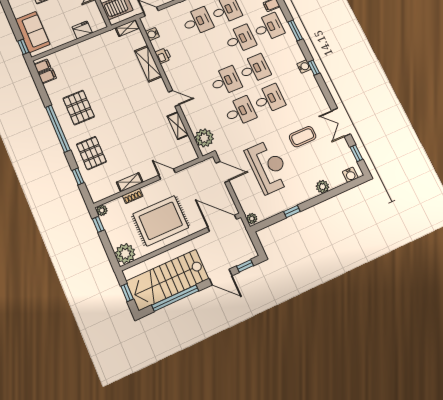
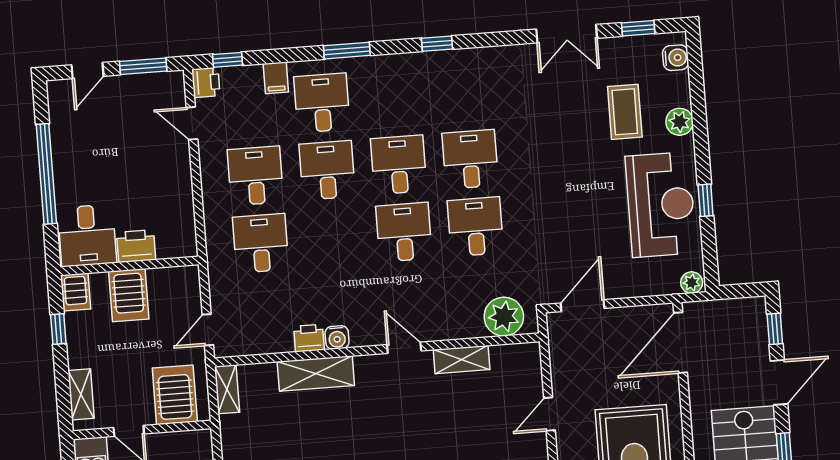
water cooler: (152, 34) -> (337, 337), moved
water cooler: (304, 67) -> (428, 63), removed
door: (174, 98) -> (404, 348), hinge flipped
coffee table: (303, 137) -> (625, 112), moved
reception desk: (268, 167) -> (661, 205), moved, turned 90

